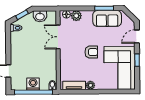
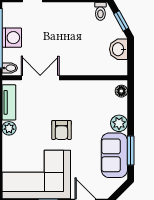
plant: (76, 16) -> (119, 123), moved
double door: (58, 37) -> (40, 78), moved

